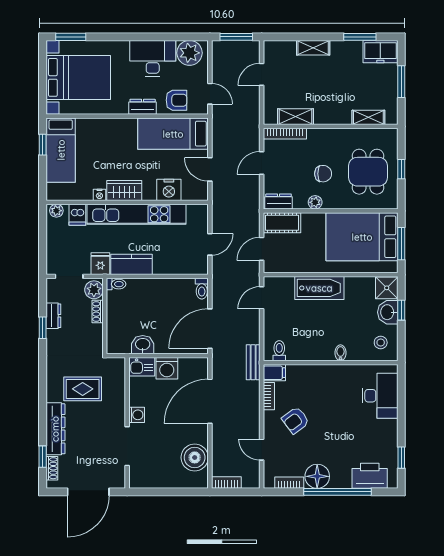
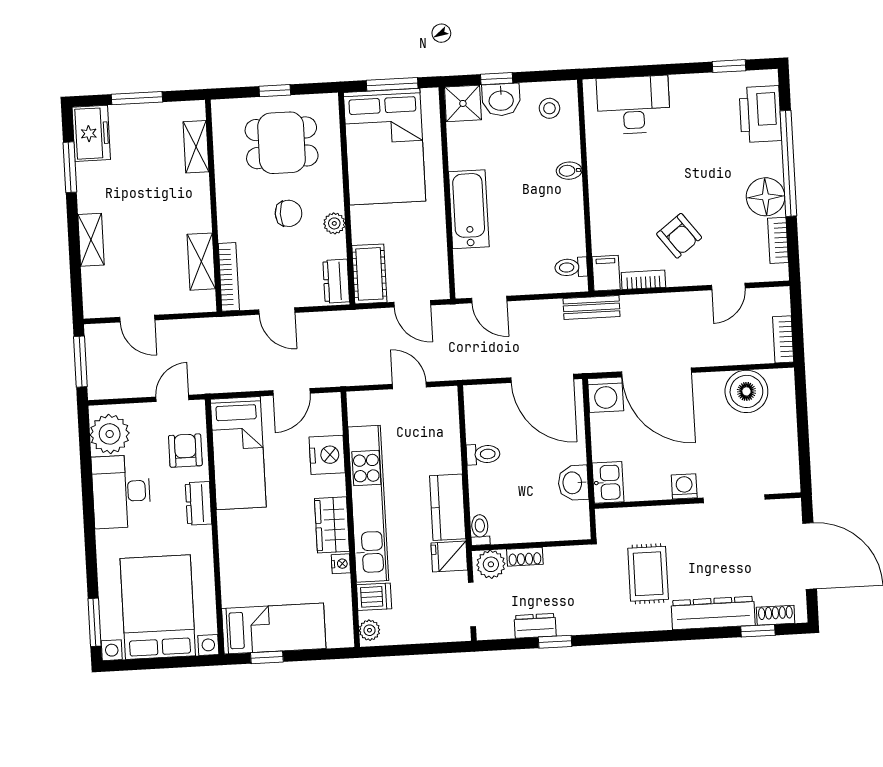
chair: (323, 174) -> (289, 213), turned 90
toilet: (202, 289) -> (483, 454), moved
washing machine: (167, 368) -> (606, 395), moved, turned 90

